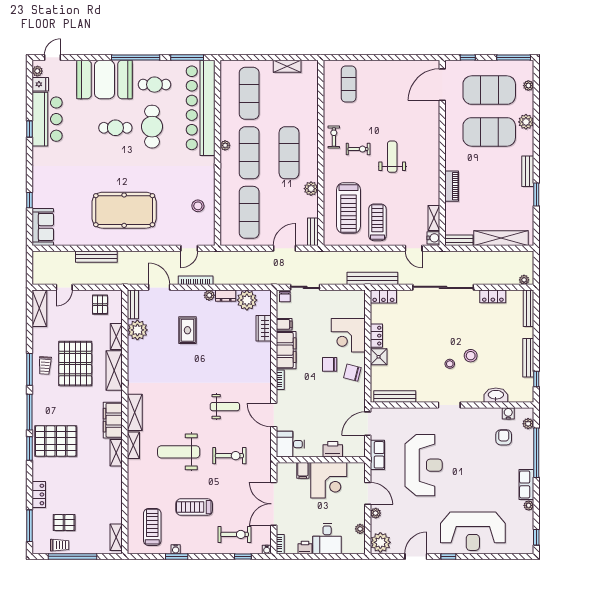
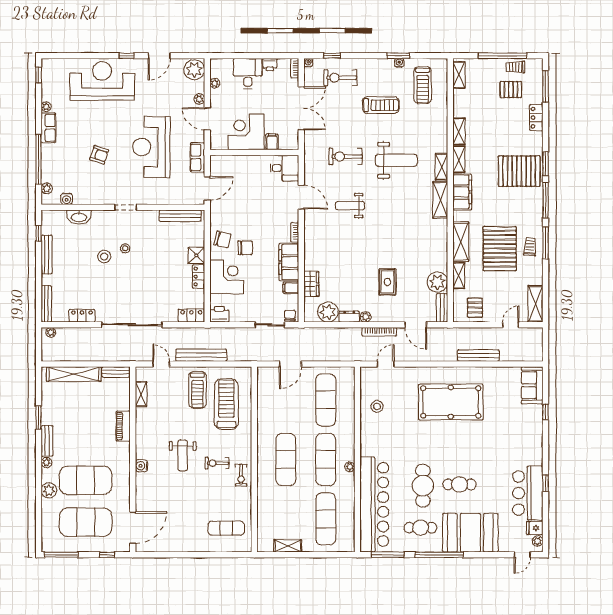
exercise mat: (349, 84) -> (226, 528), turned 90
plant: (528, 86) -> (46, 462), moved
plant: (311, 189) -> (264, 424), removed
bench: (313, 232) -> (262, 380), removed
water cooler: (433, 238) -> (141, 466), moved
bench: (372, 278) -> (201, 355), moved
armchair: (504, 437) -> (99, 155), moved, turned -72
printer: (333, 449) -> (219, 314), moved, turned 180
shelving: (116, 481) -> (459, 131), added

